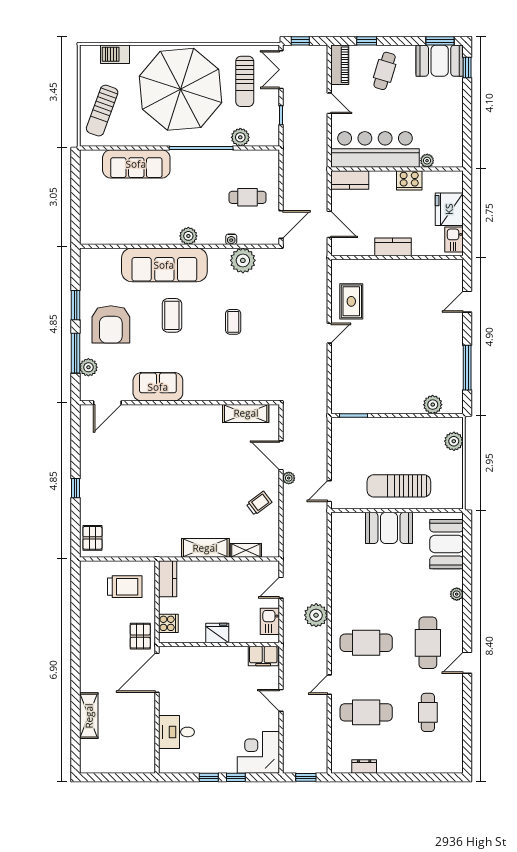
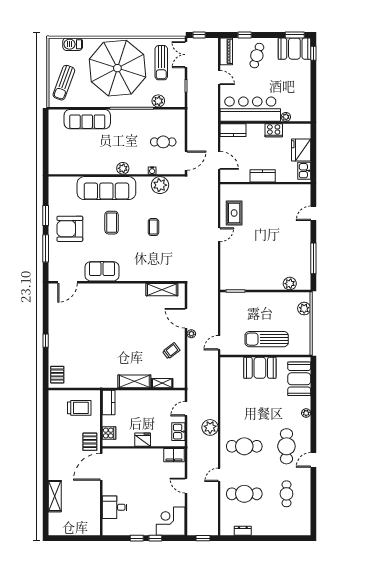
armchair: (111, 324) -> (70, 229), turned 90
plant: (88, 367) -> (55, 258), removed

